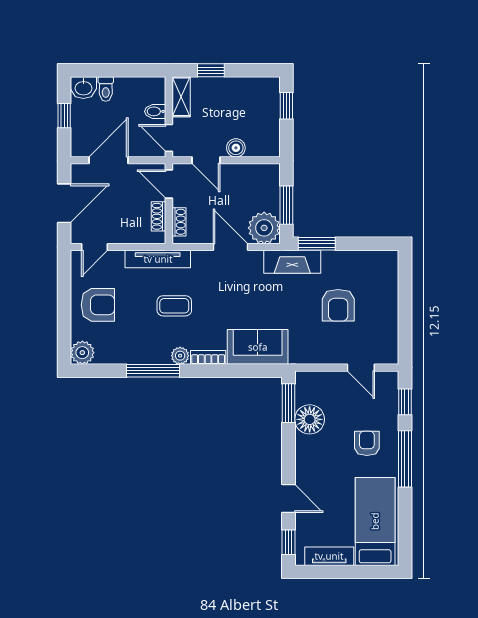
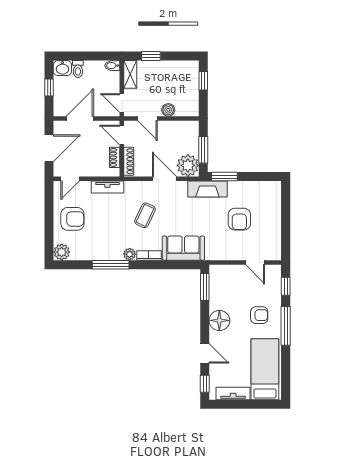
bidet: (155, 111) -> (112, 66), moved
shoe rack: (179, 222) -> (129, 161), width x1.43
tv unit: (158, 259) -> (107, 187), width x0.71
coffee table: (174, 306) -> (145, 215), moved, turned -65
floor lamp: (310, 419) -> (219, 320), moved
armchair: (367, 443) -> (259, 315), turned 90

